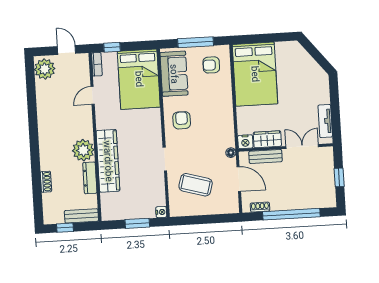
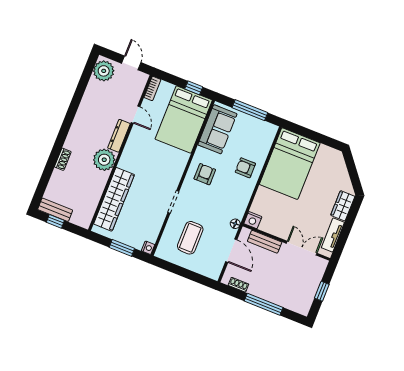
window: (112, 47) -> (194, 88), moved
armchair: (211, 65) -> (245, 168), moved
door: (93, 95) -> (135, 115), swing flipped
wardrobe: (267, 139) -> (343, 206), moved, turned -90
wardrobe: (108, 161) -> (114, 199), moved
dresser: (90, 178) -> (119, 136), moved
shoe rack: (46, 182) -> (63, 159), moved
coffee table: (196, 185) -> (190, 238), turned 74
window: (291, 214) -> (264, 304), width x0.68
bench: (81, 216) -> (55, 210), moved

